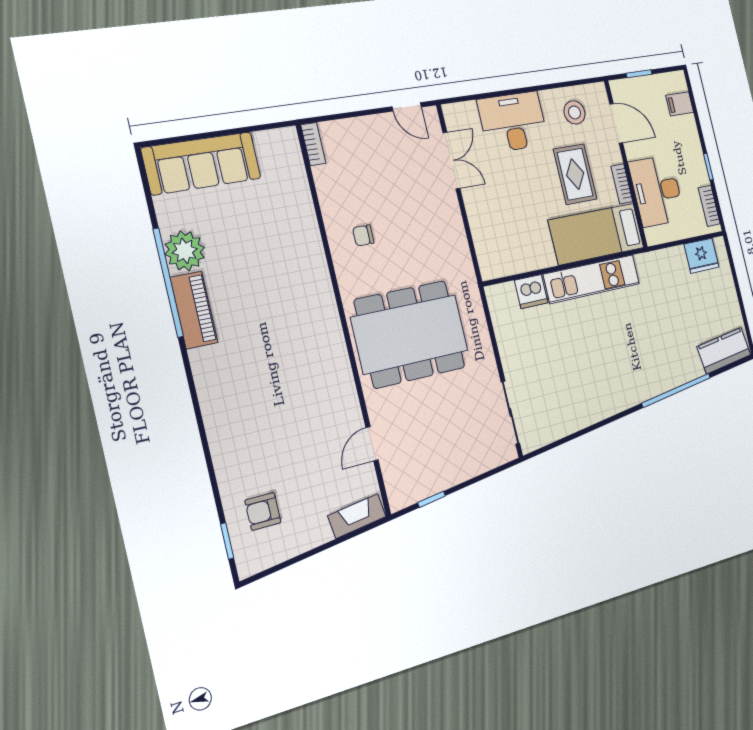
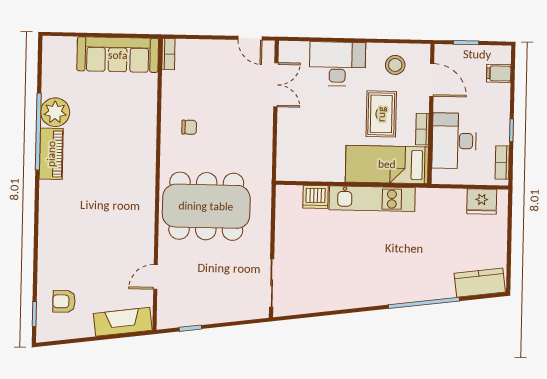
sofa: (202, 163) -> (118, 55), moved
chair: (363, 235) -> (189, 127), turned 180
fireplace: (357, 516) -> (123, 322), width x1.37, depth x1.32

